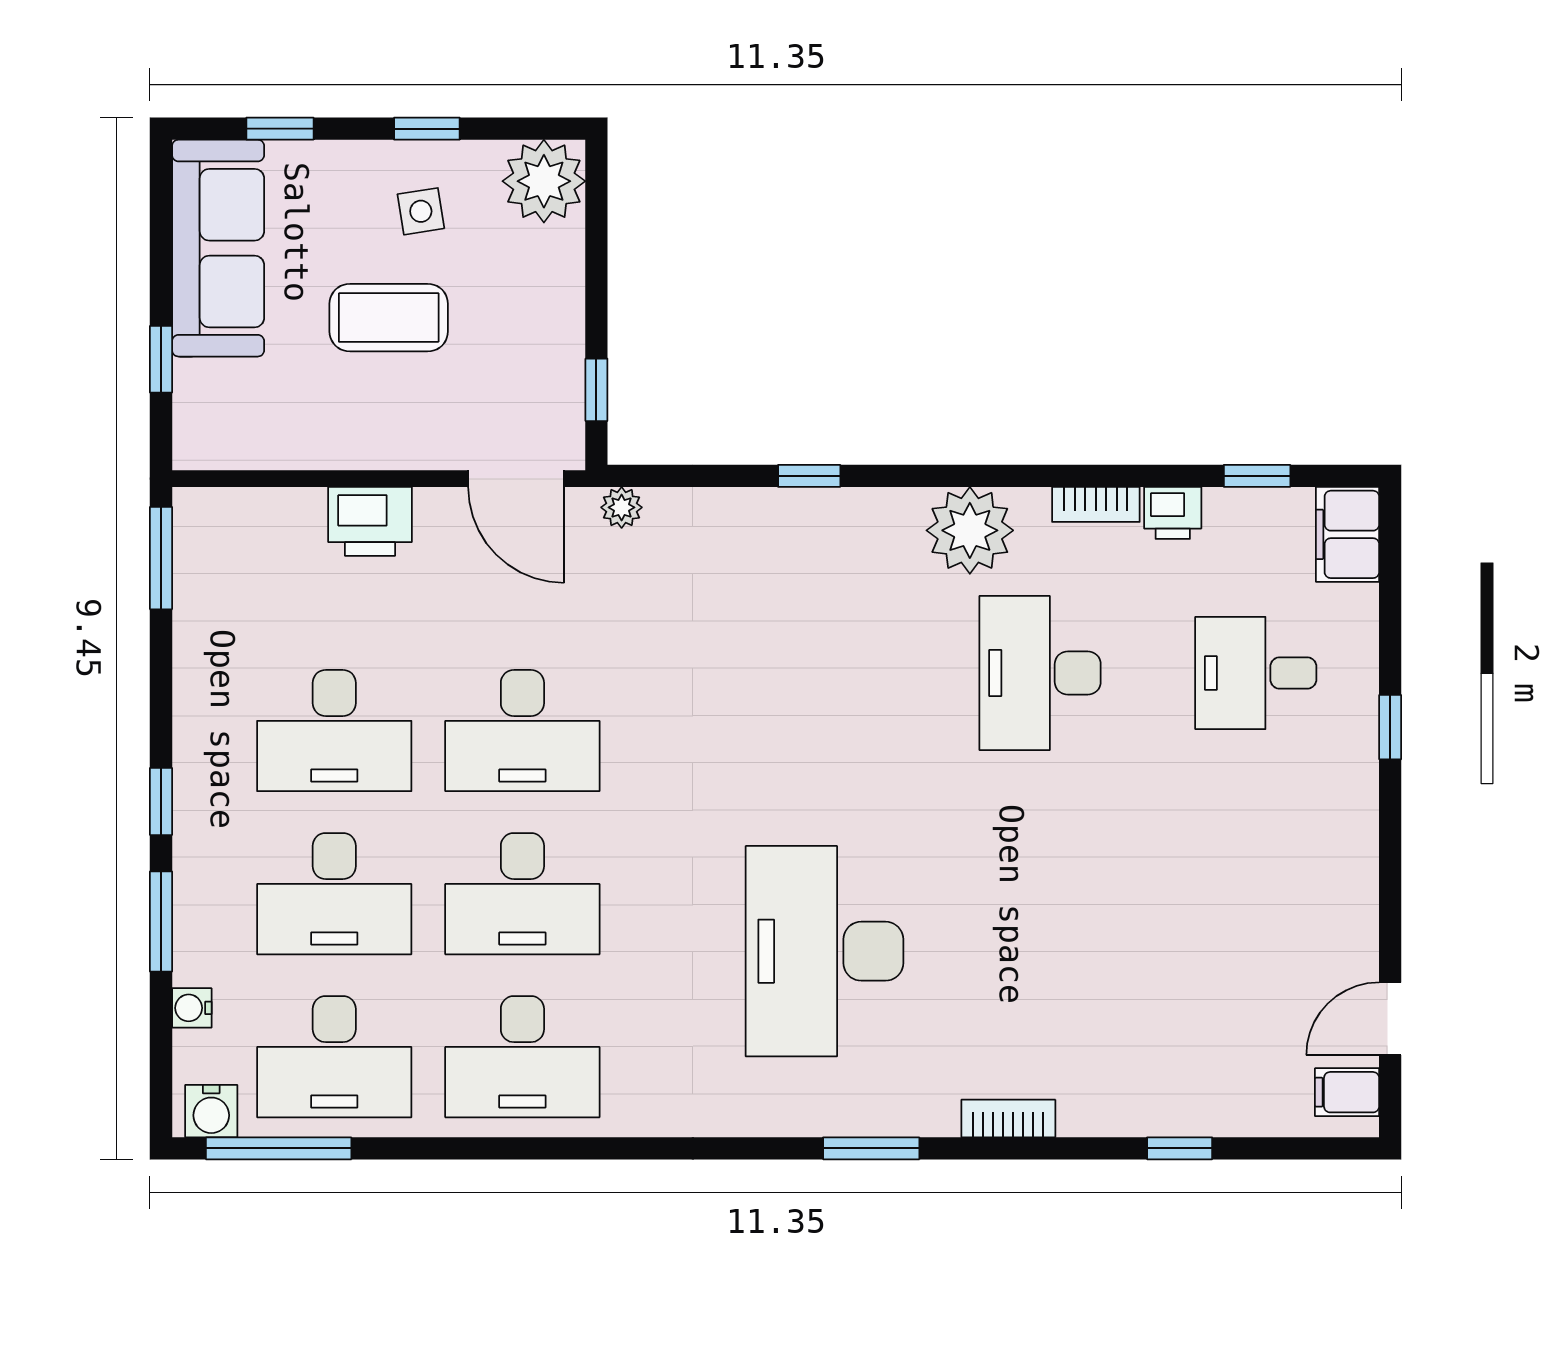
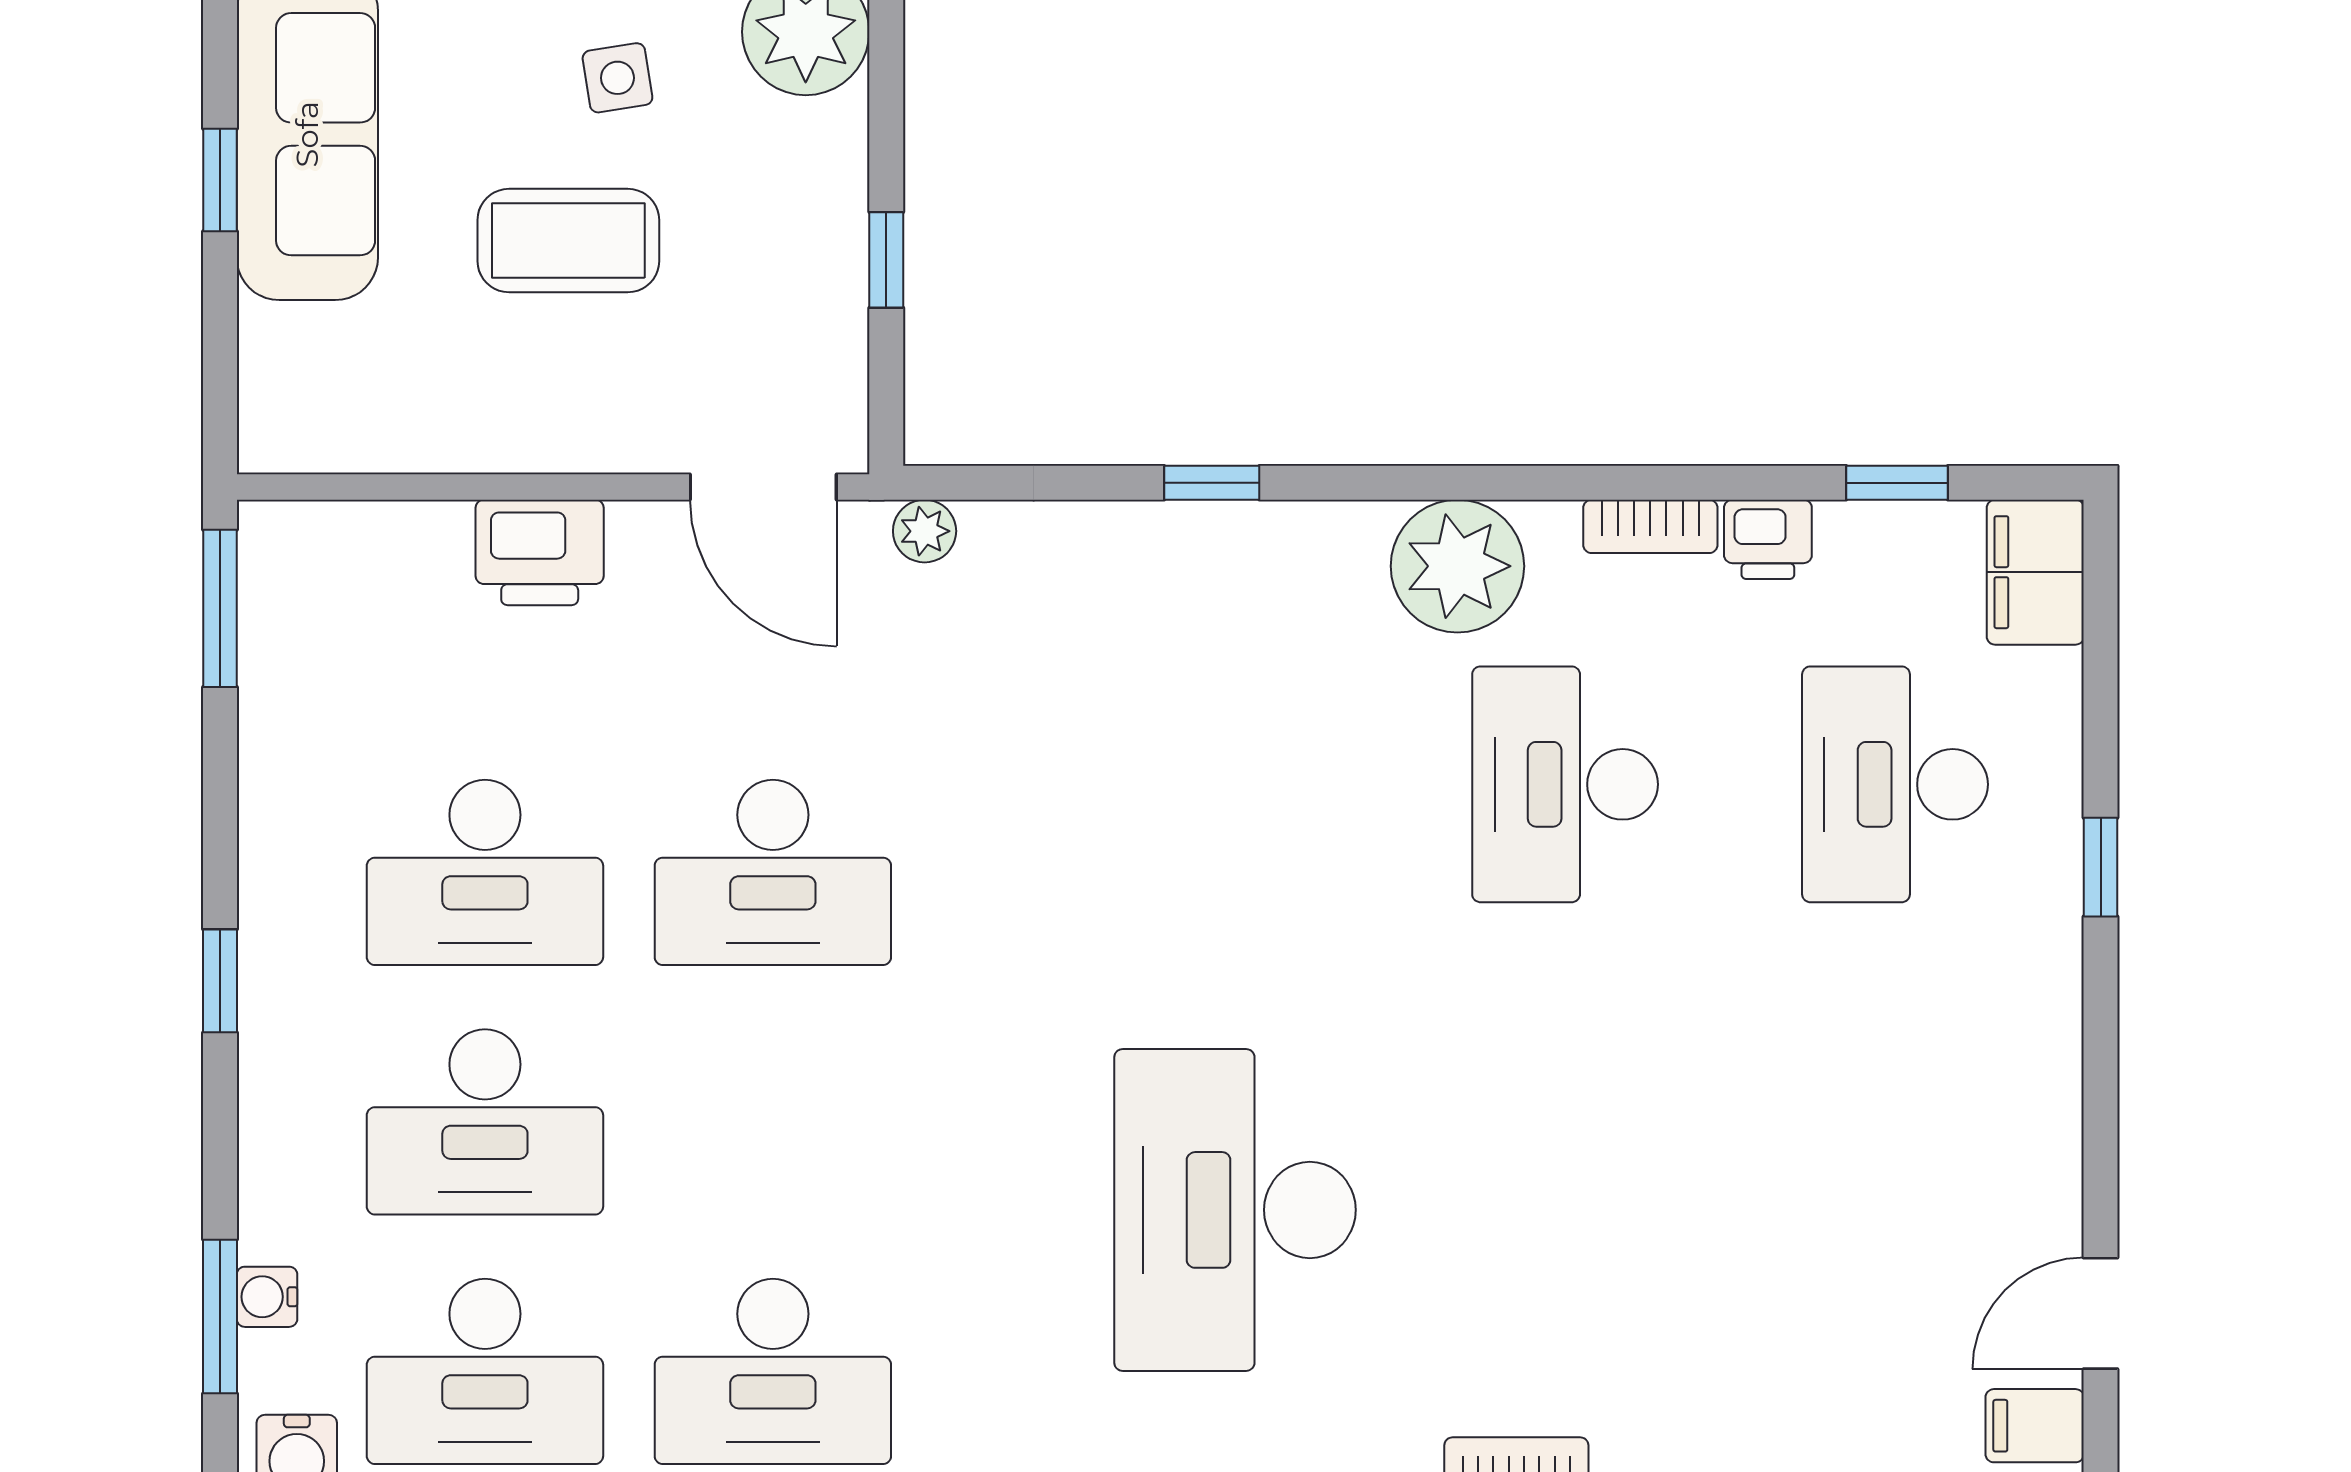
window: (161, 359) -> (220, 180), moved
window: (596, 390) -> (886, 260), moved
desk: (1256, 673) -> (1895, 784), width x1.37
desk: (522, 894) -> (773, 1122), removed
window: (161, 921) -> (220, 1317), moved

